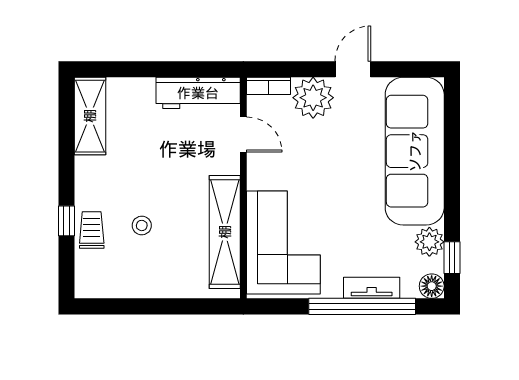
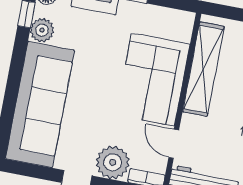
corner sofa: (283, 243) -> (153, 80), moved

